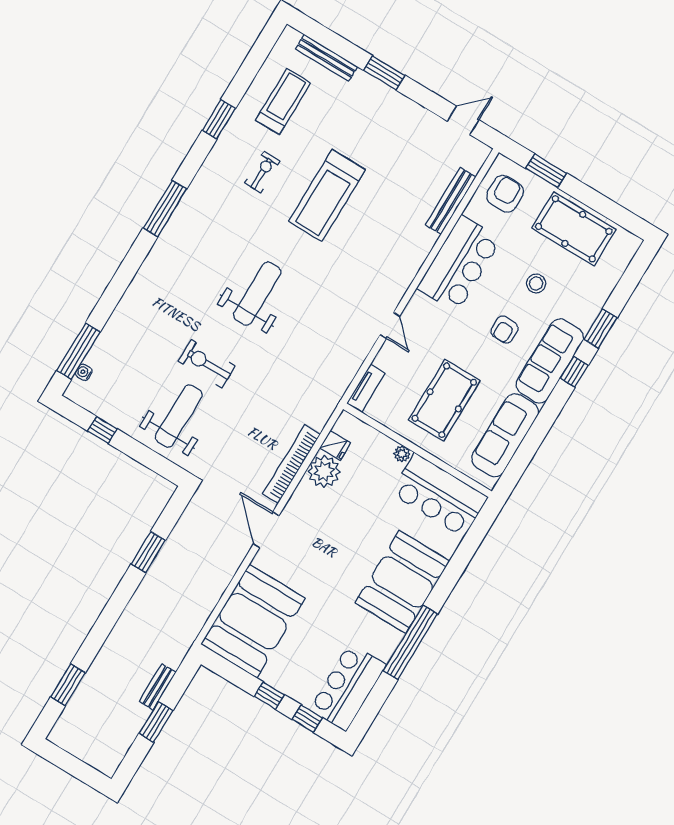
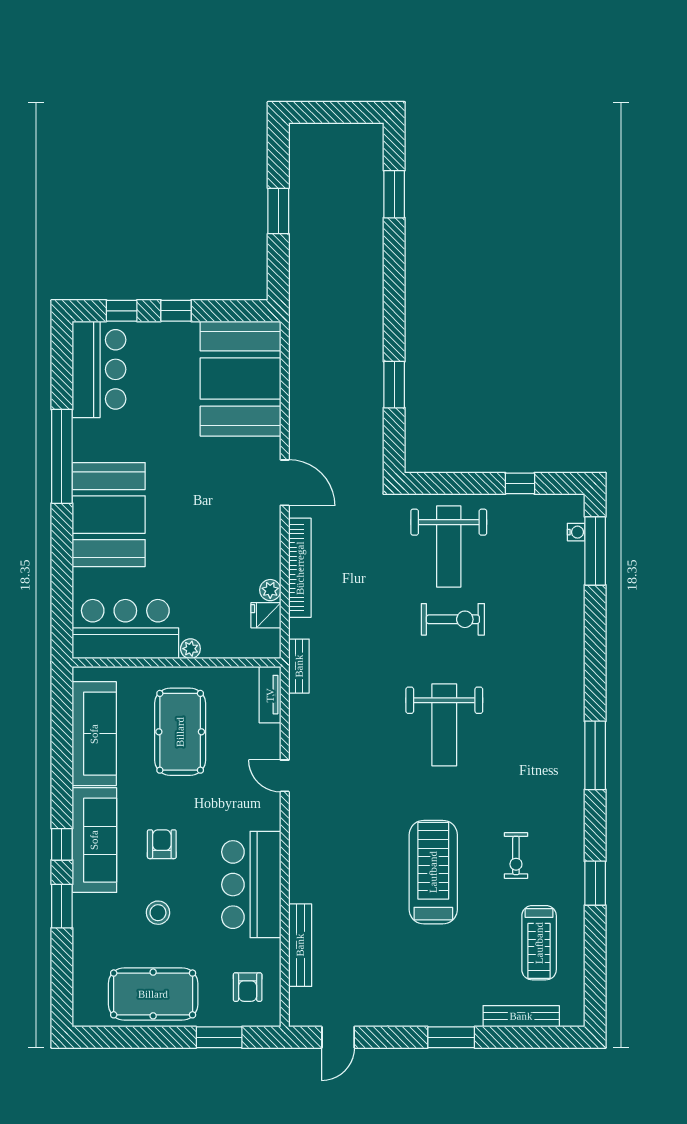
armchair: (505, 194) -> (248, 987), width x0.72, depth x0.72
plant: (324, 471) -> (270, 590), width x0.53, depth x0.53
bench: (158, 687) -> (299, 666), moved

